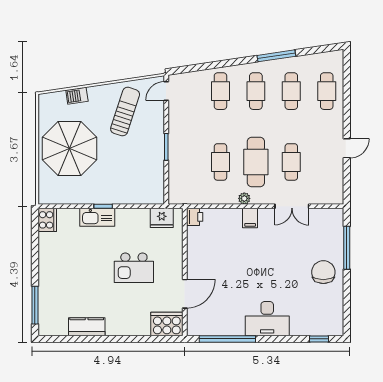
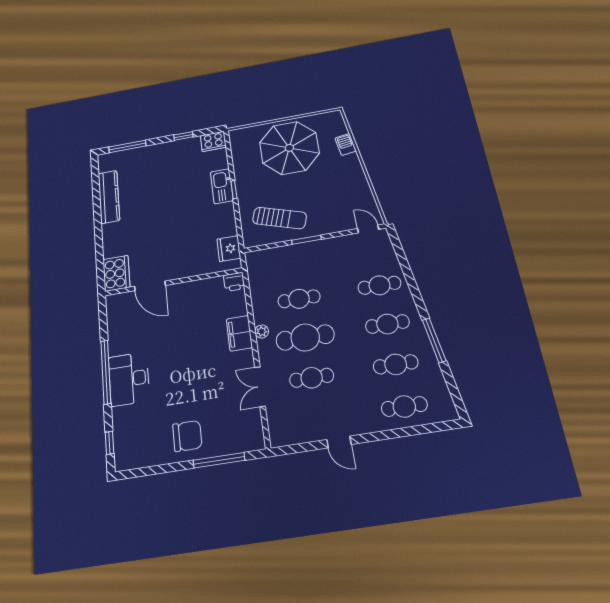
sun lounger: (125, 112) -> (280, 218), moved
filing cabinet: (250, 218) -> (239, 333), width x2.00
window: (35, 249) -> (183, 136), added
kitchen island: (134, 268) -> (173, 231), removed
kitchen counter: (87, 327) -> (109, 197), width x1.50
window: (227, 339) -> (106, 372), moved

